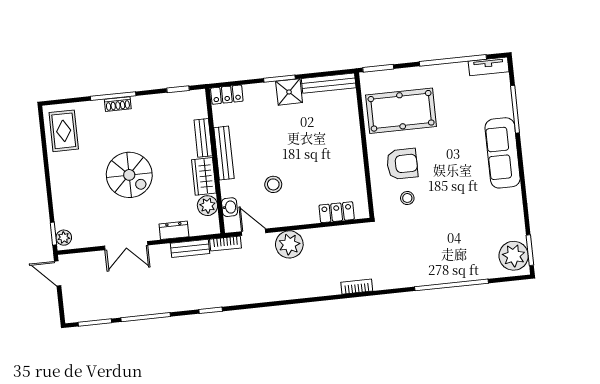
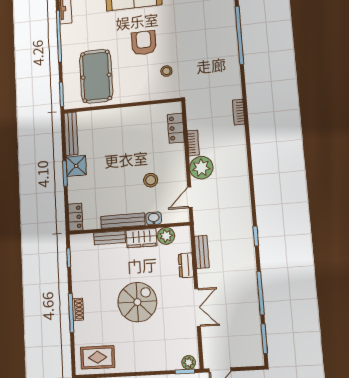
armchair: (402, 164) -> (144, 43), moved
washbasin: (230, 207) -> (154, 218), moved
bookcase: (226, 244) -> (193, 143), moved

